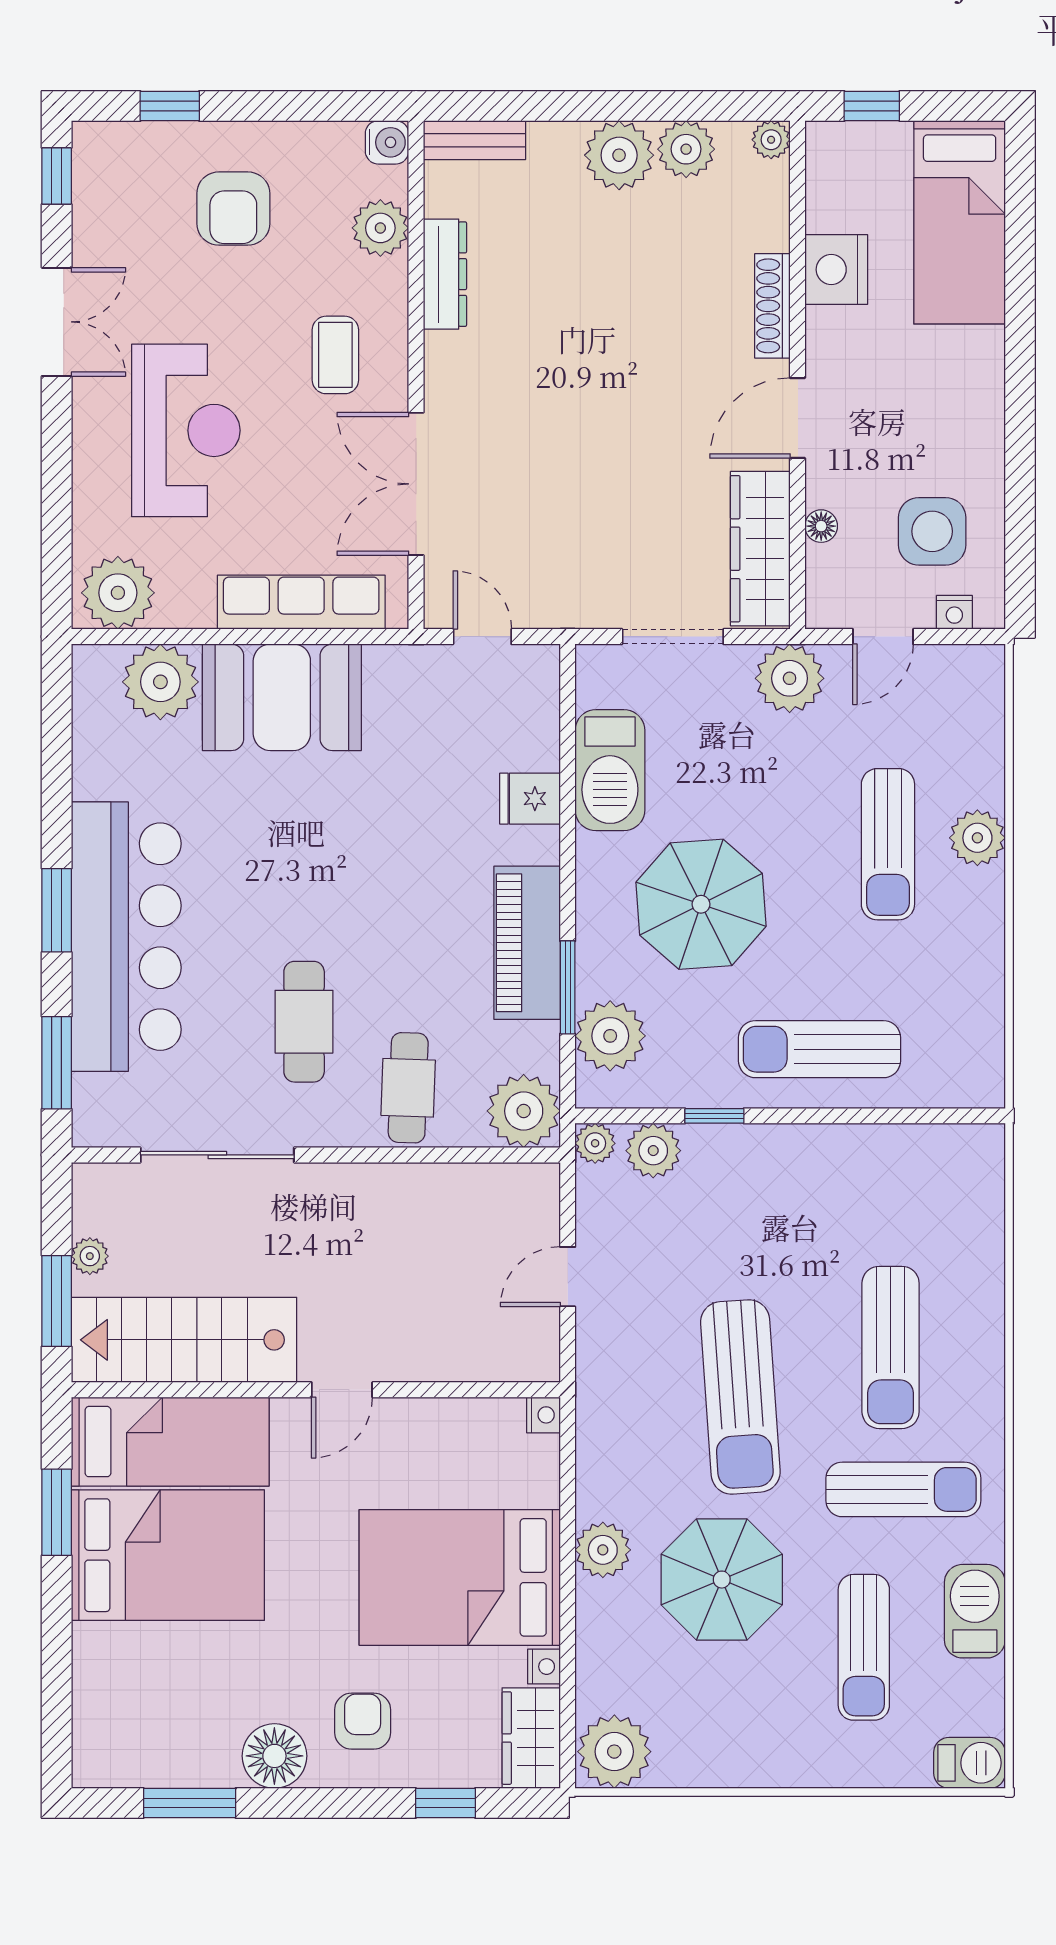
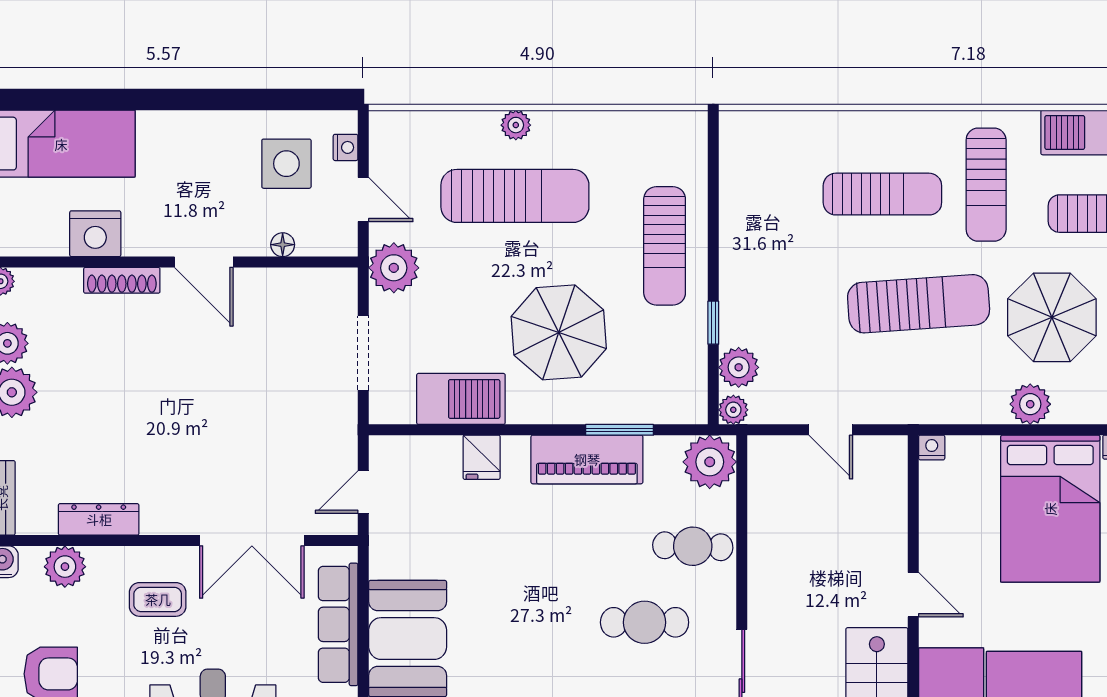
wardrobe: (760, 549) -> (299, 289), removed
plant: (977, 838) -> (516, 125), width x0.73, depth x0.73
sun lounger: (888, 844) -> (515, 196), width x1.36, depth x1.34
plant: (610, 1036) -> (655, 399), removed
sun lounger: (903, 1489) -> (986, 185), turned 180

